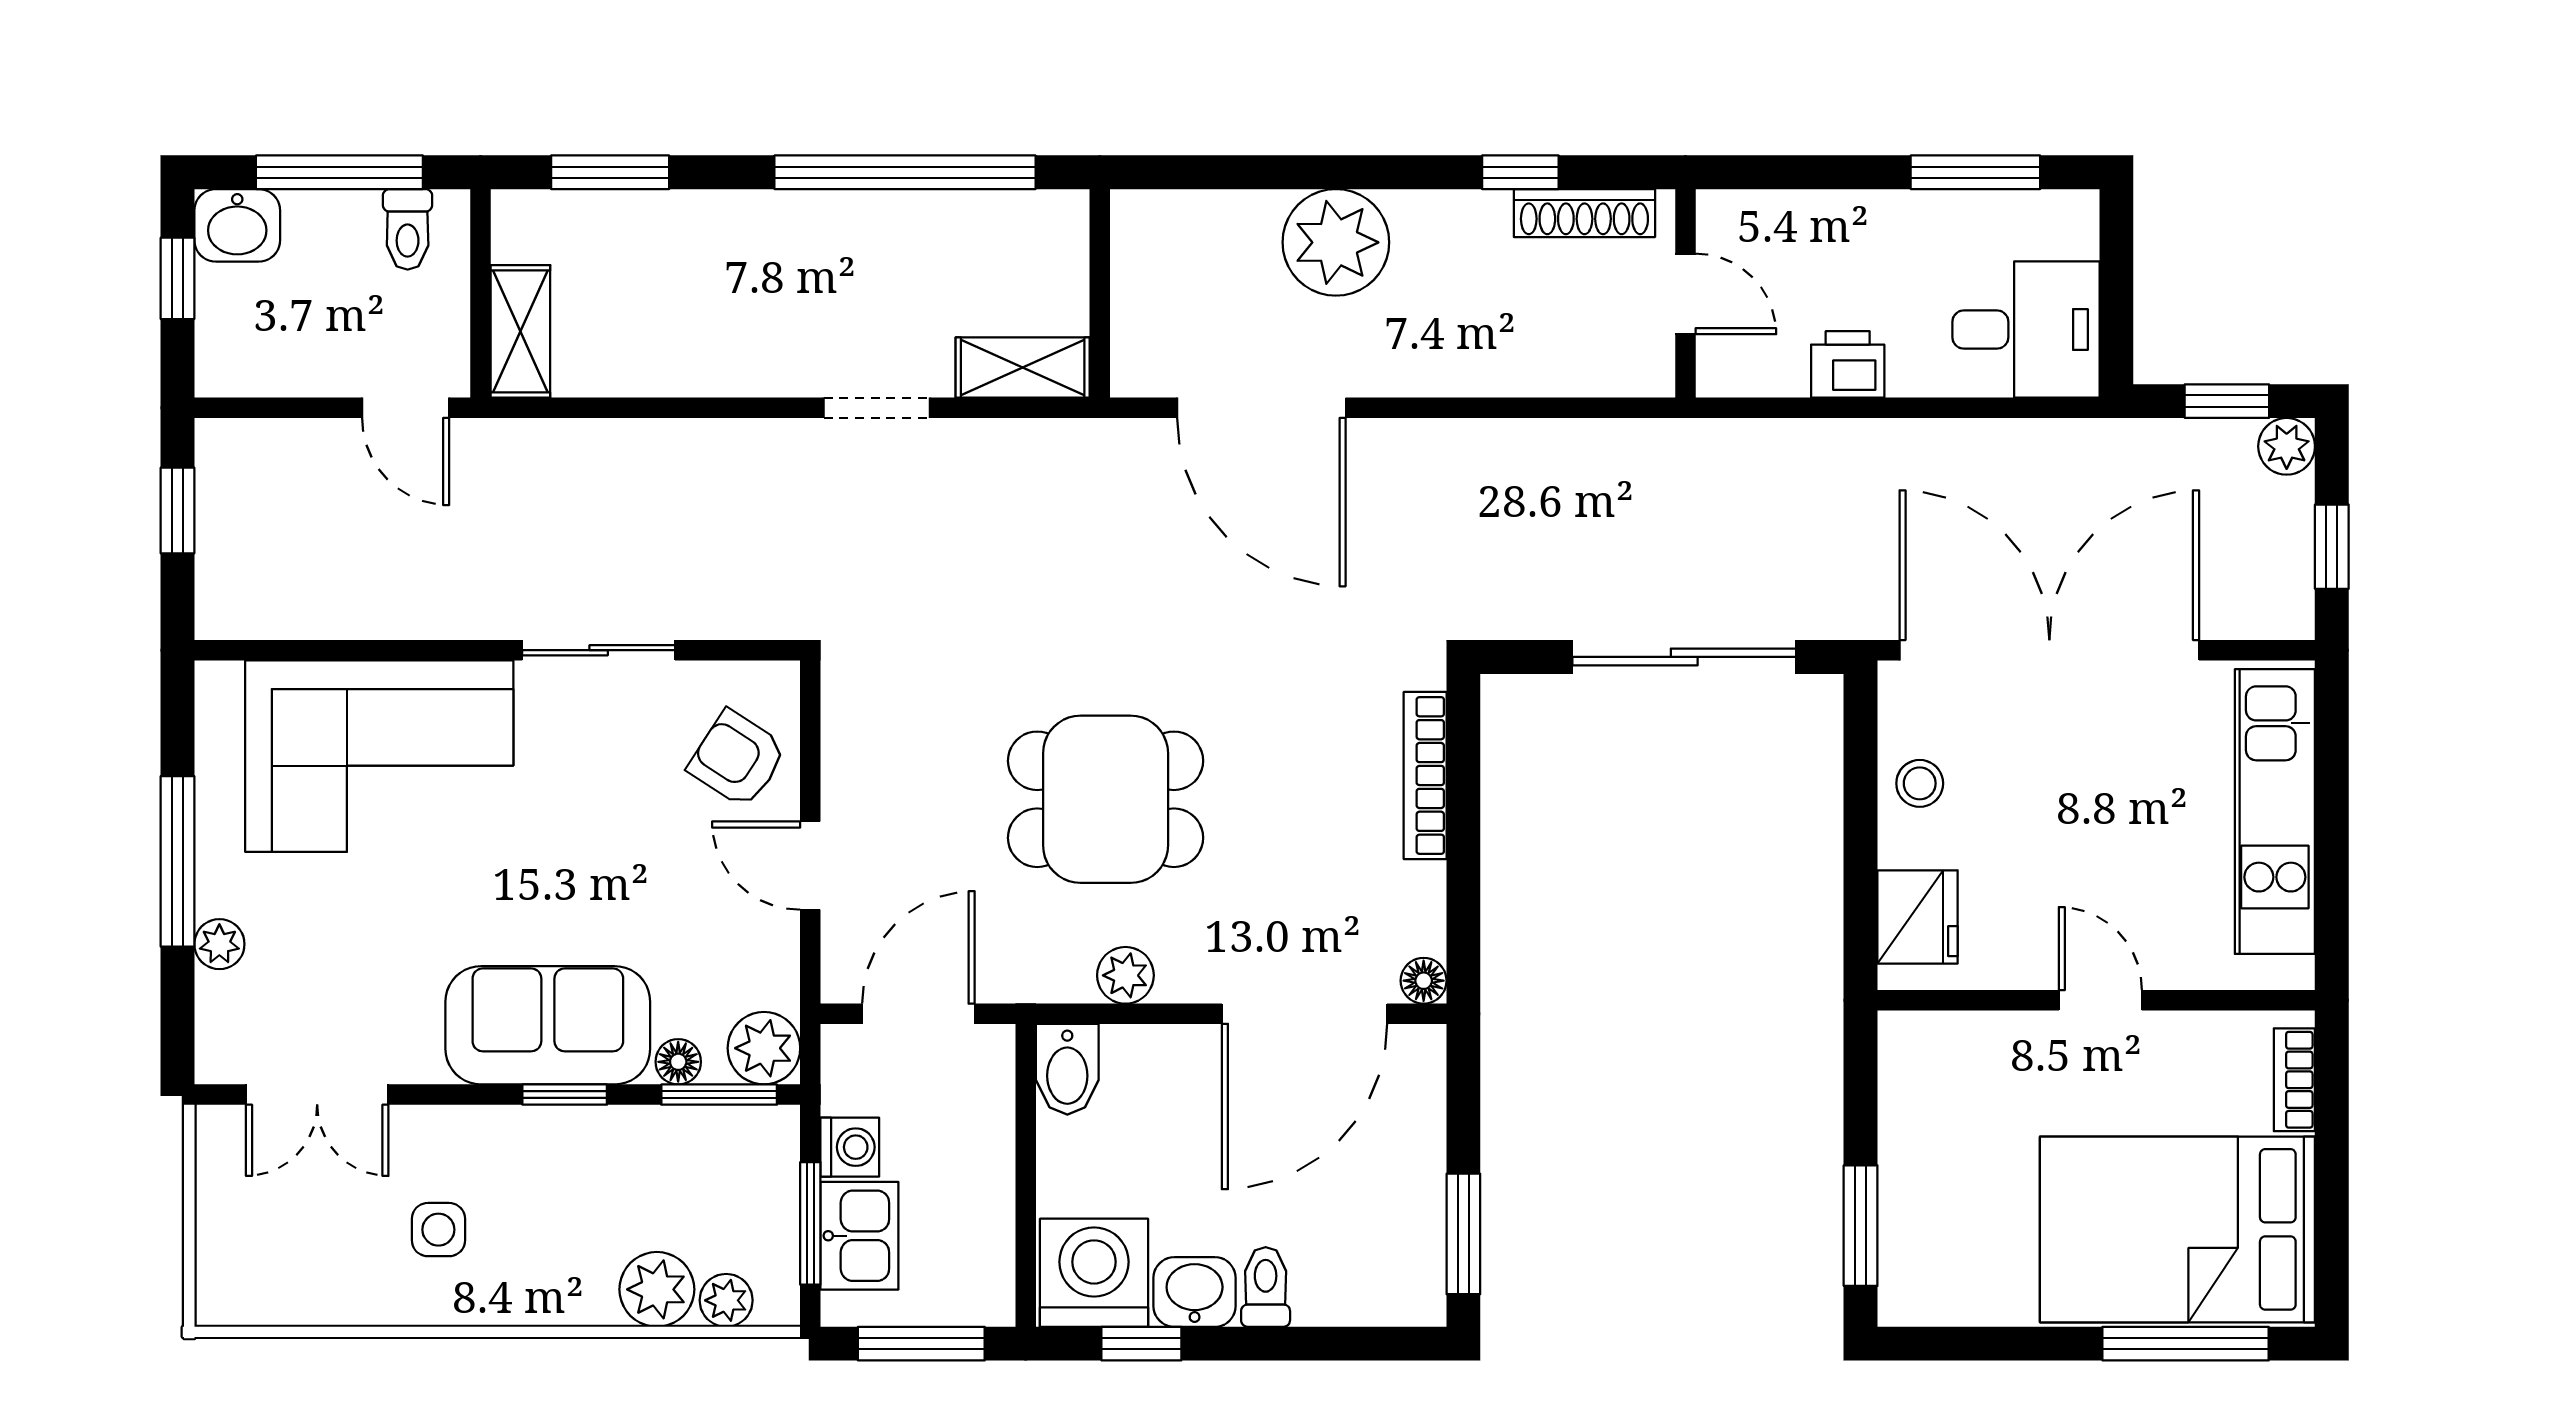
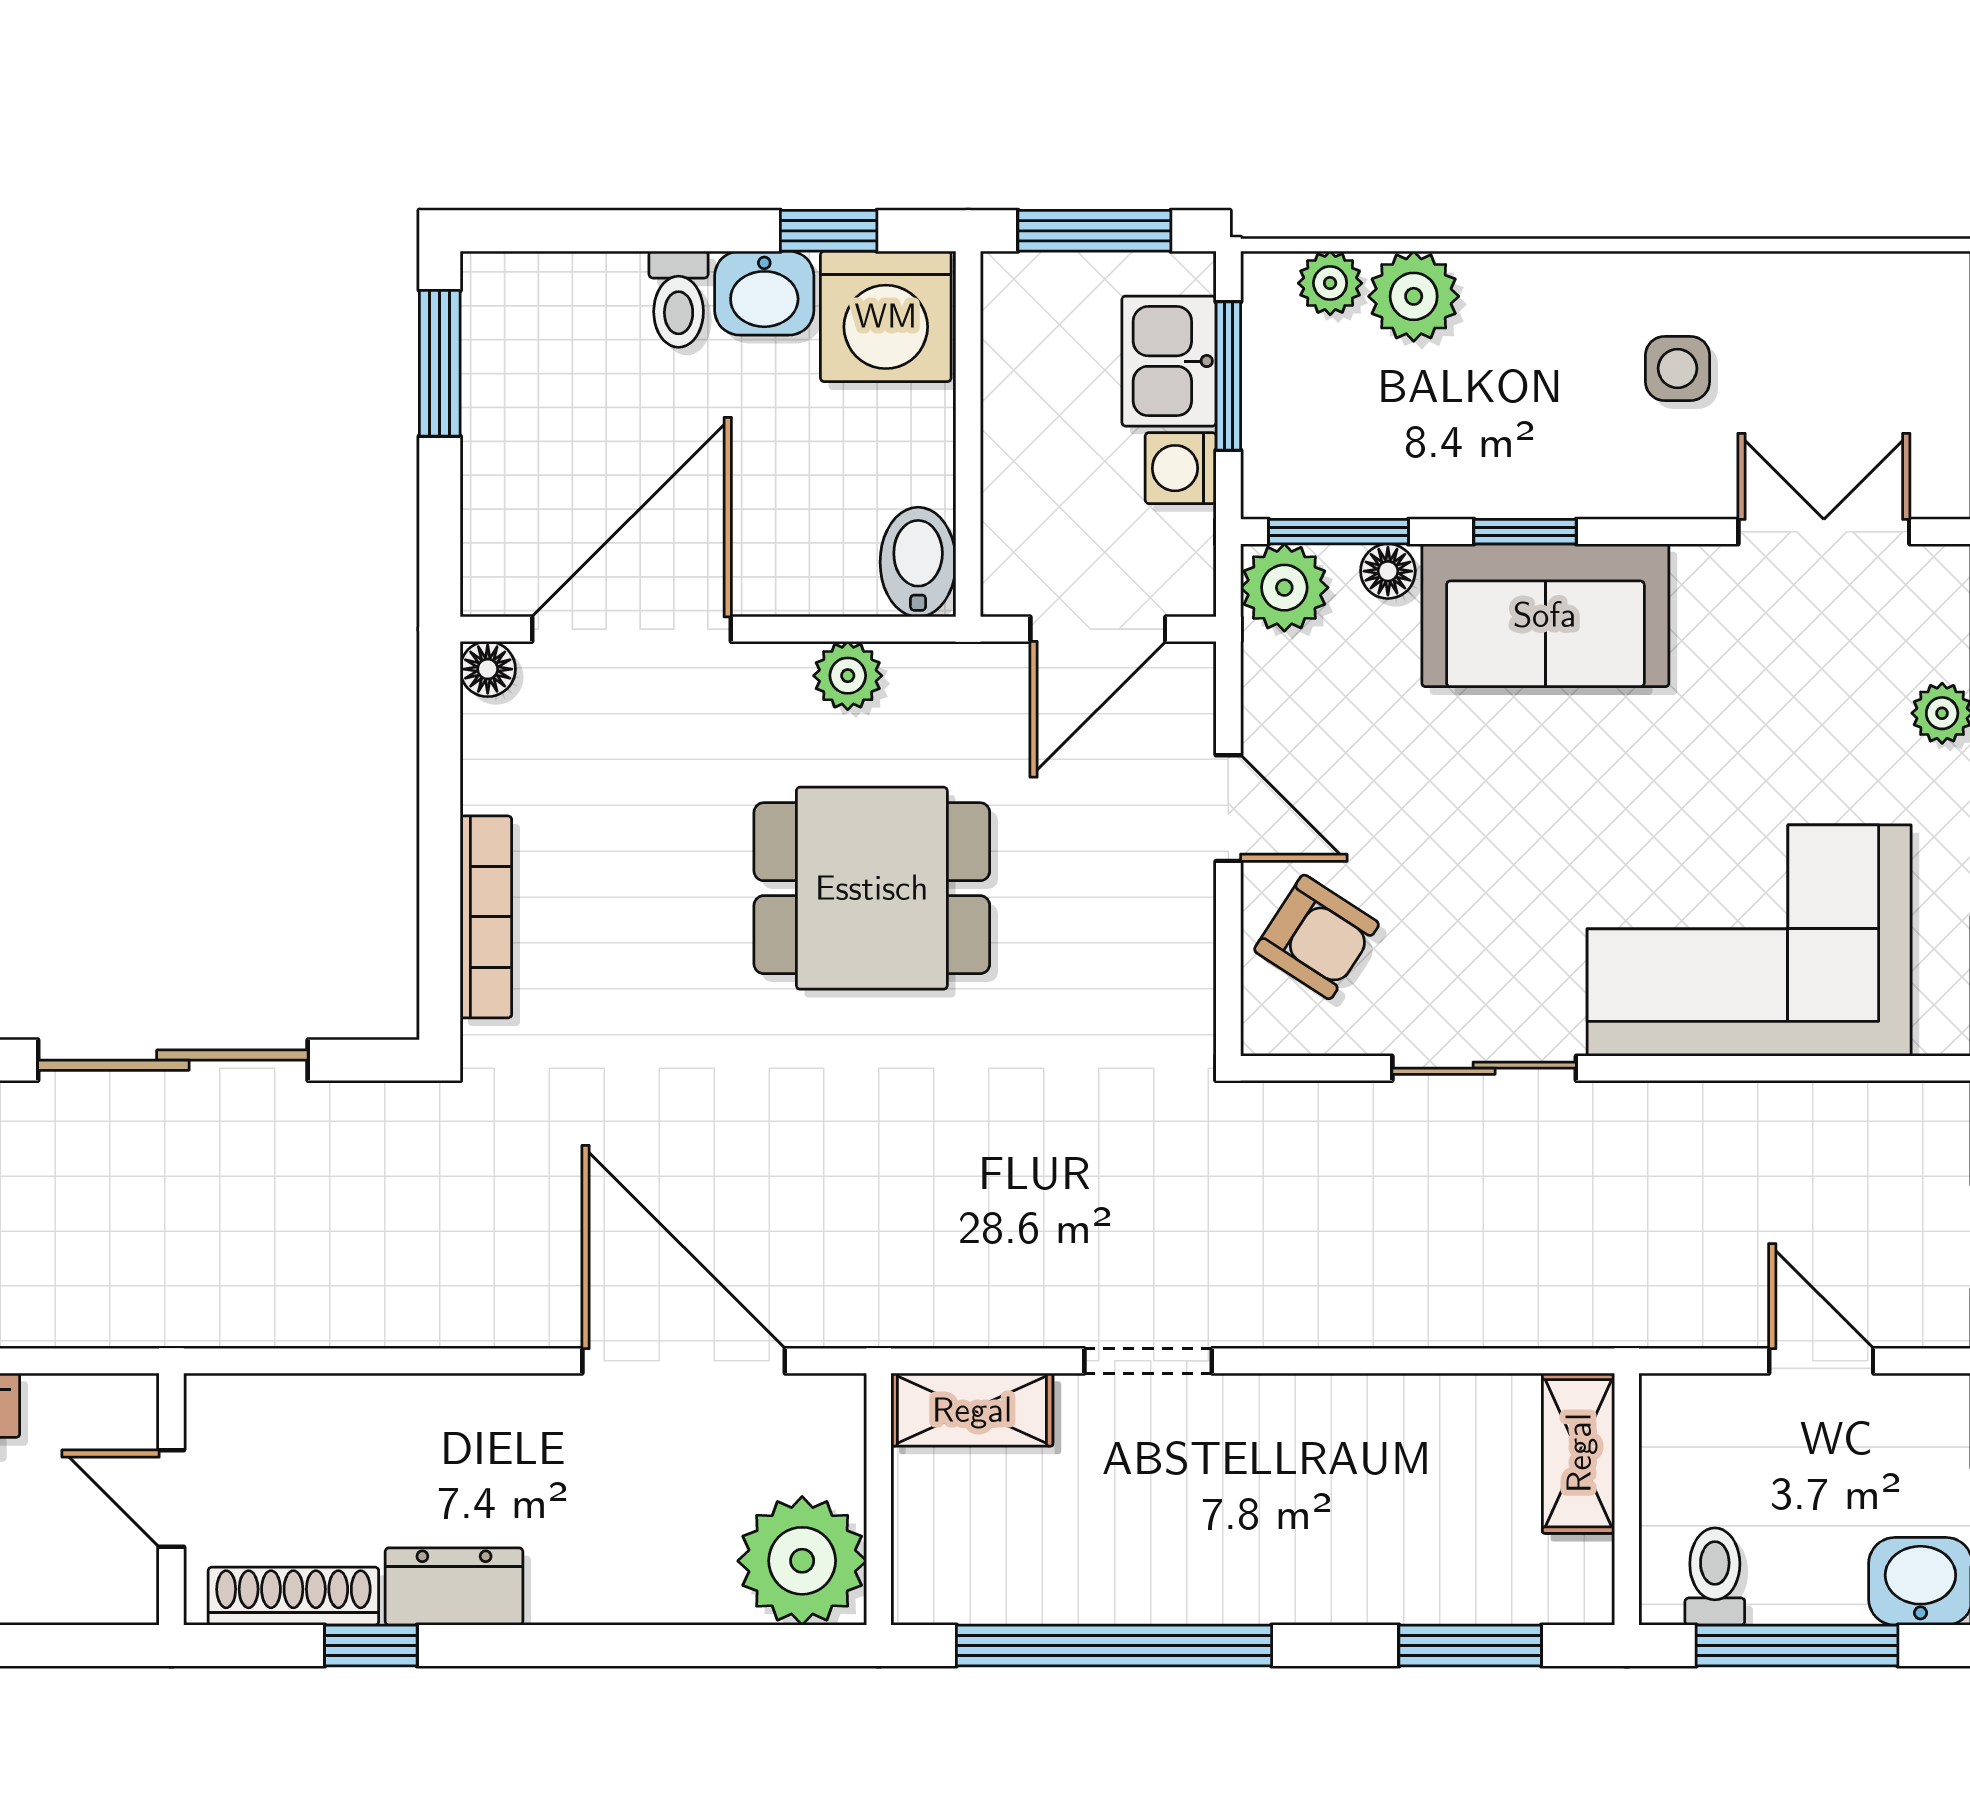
dresser: (1452, 221) -> (454, 1586), added
plant: (1336, 242) -> (802, 1561), moved
door: (406, 408) -> (1821, 1361), moved

